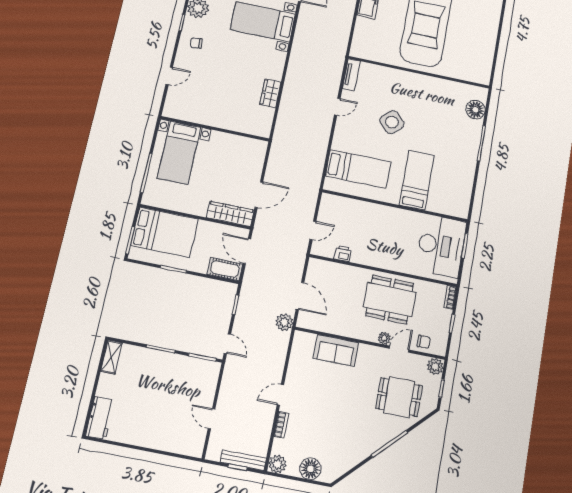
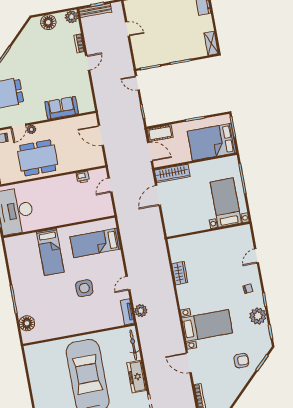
bicycle: (359, 35) -> (133, 345), added
side table: (392, 122) -> (84, 288), turned 45
plant: (284, 322) -> (141, 311), moved

